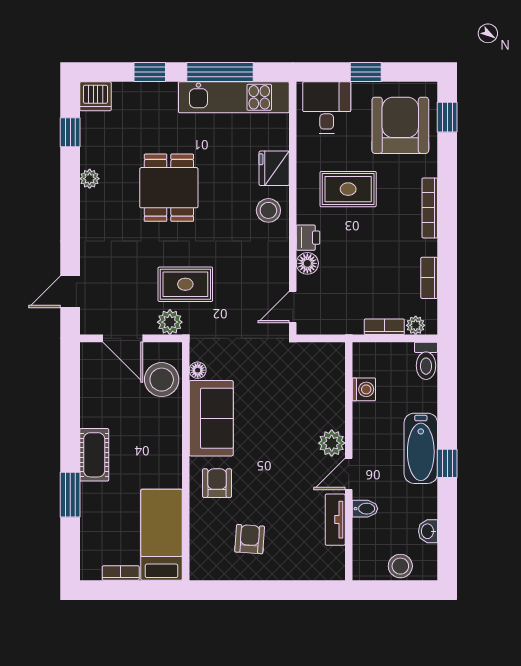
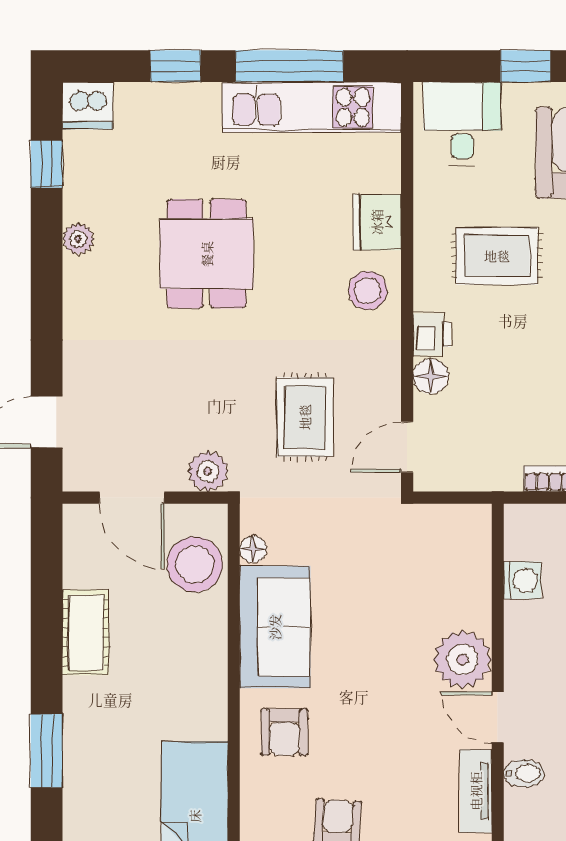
rug: (185, 284) -> (305, 417), moved, turned 90
plant: (332, 443) -> (462, 659), width x1.36, depth x1.36
cot: (94, 455) -> (86, 632), moved
door: (349, 474) -> (498, 717), hinge flipped
armchair: (217, 483) -> (284, 732), turned 180

